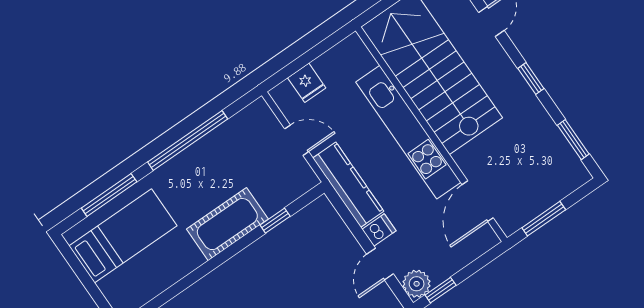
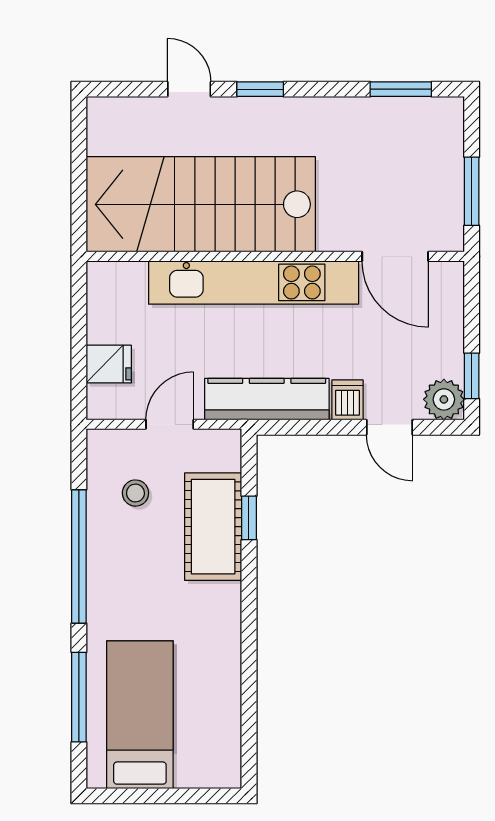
window: (531, 79) -> (260, 89), moved
stool: (245, 148) -> (135, 493), added
cot: (227, 224) -> (213, 527), moved

